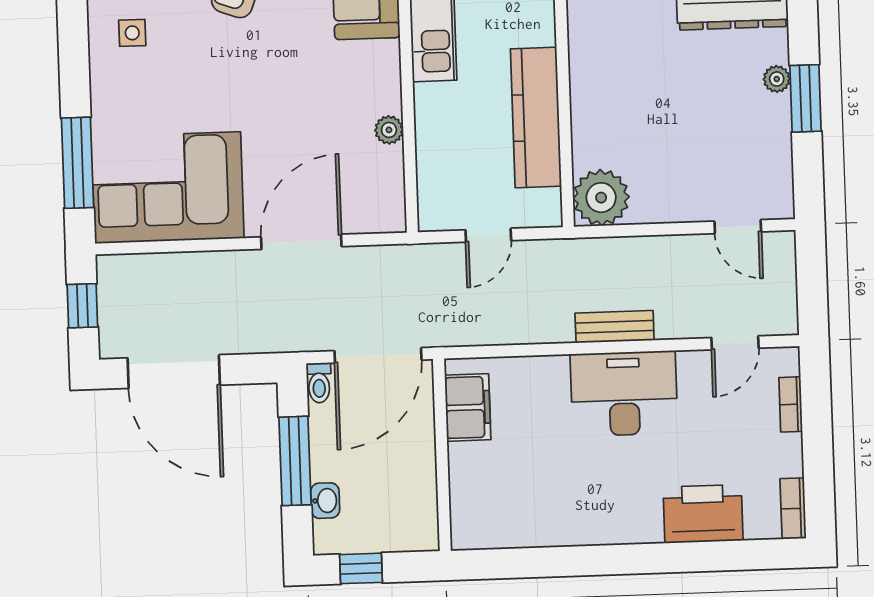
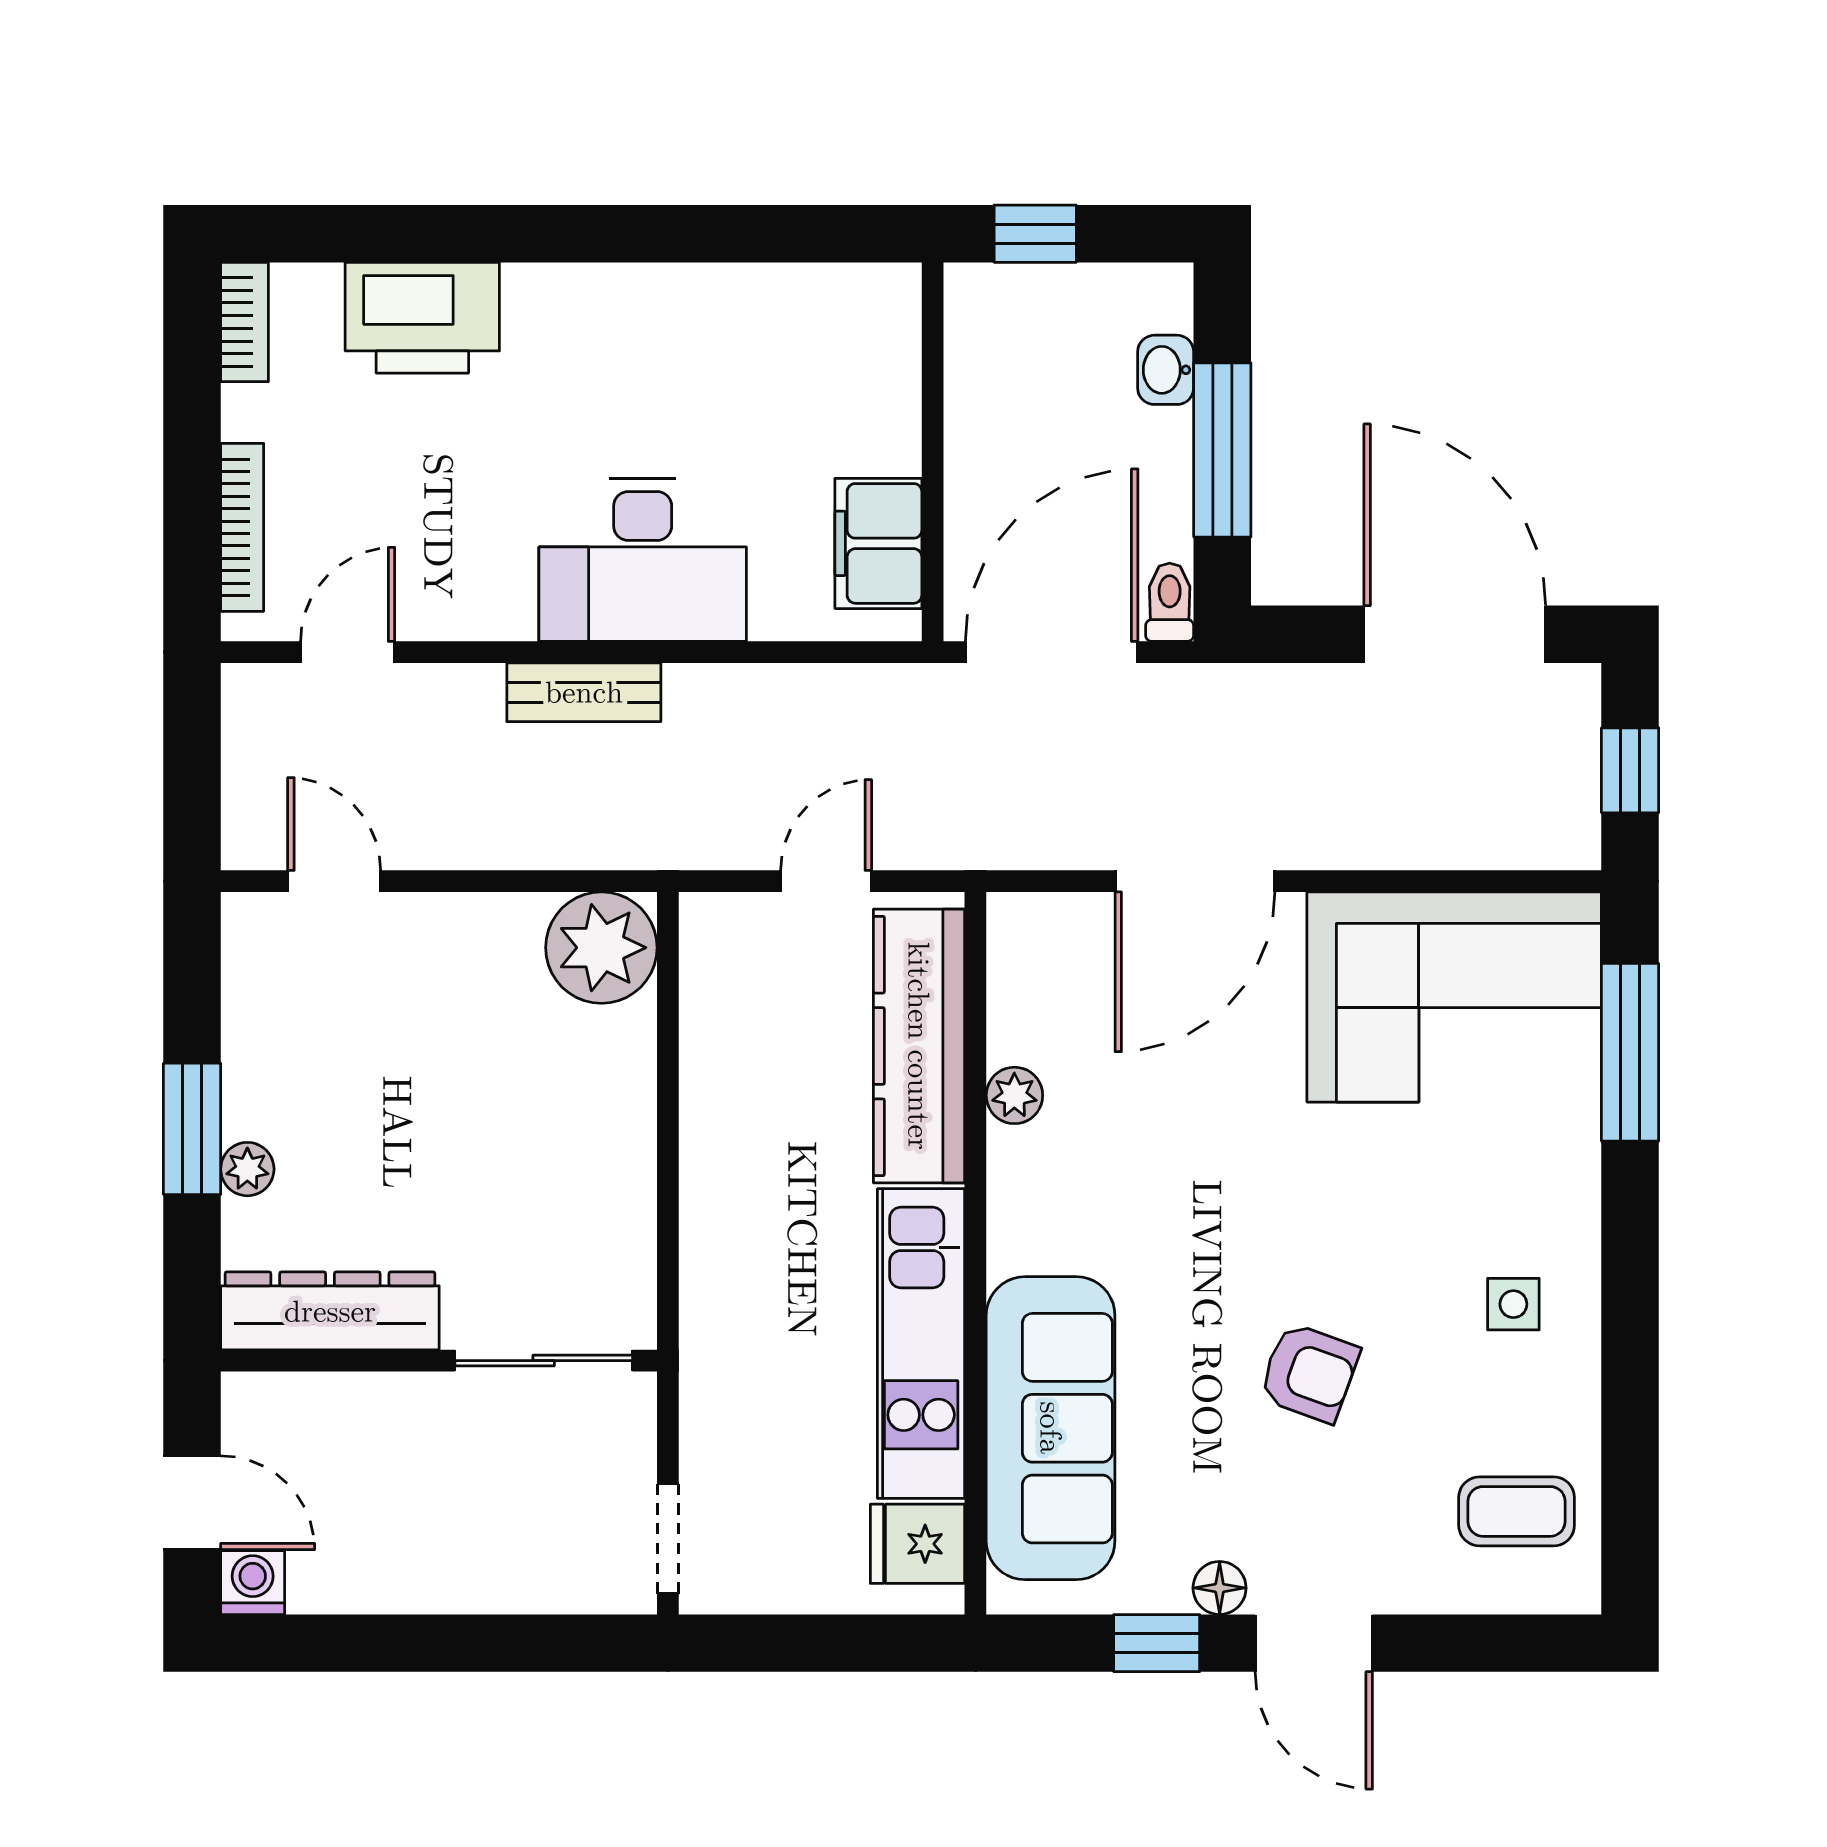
kitchen counter: (536, 117) -> (919, 1046), moved, turned 180
desk: (624, 394) -> (643, 560), moved
bookcase: (791, 404) -> (242, 527), width x1.56
window: (361, 568) -> (1035, 234), moved

